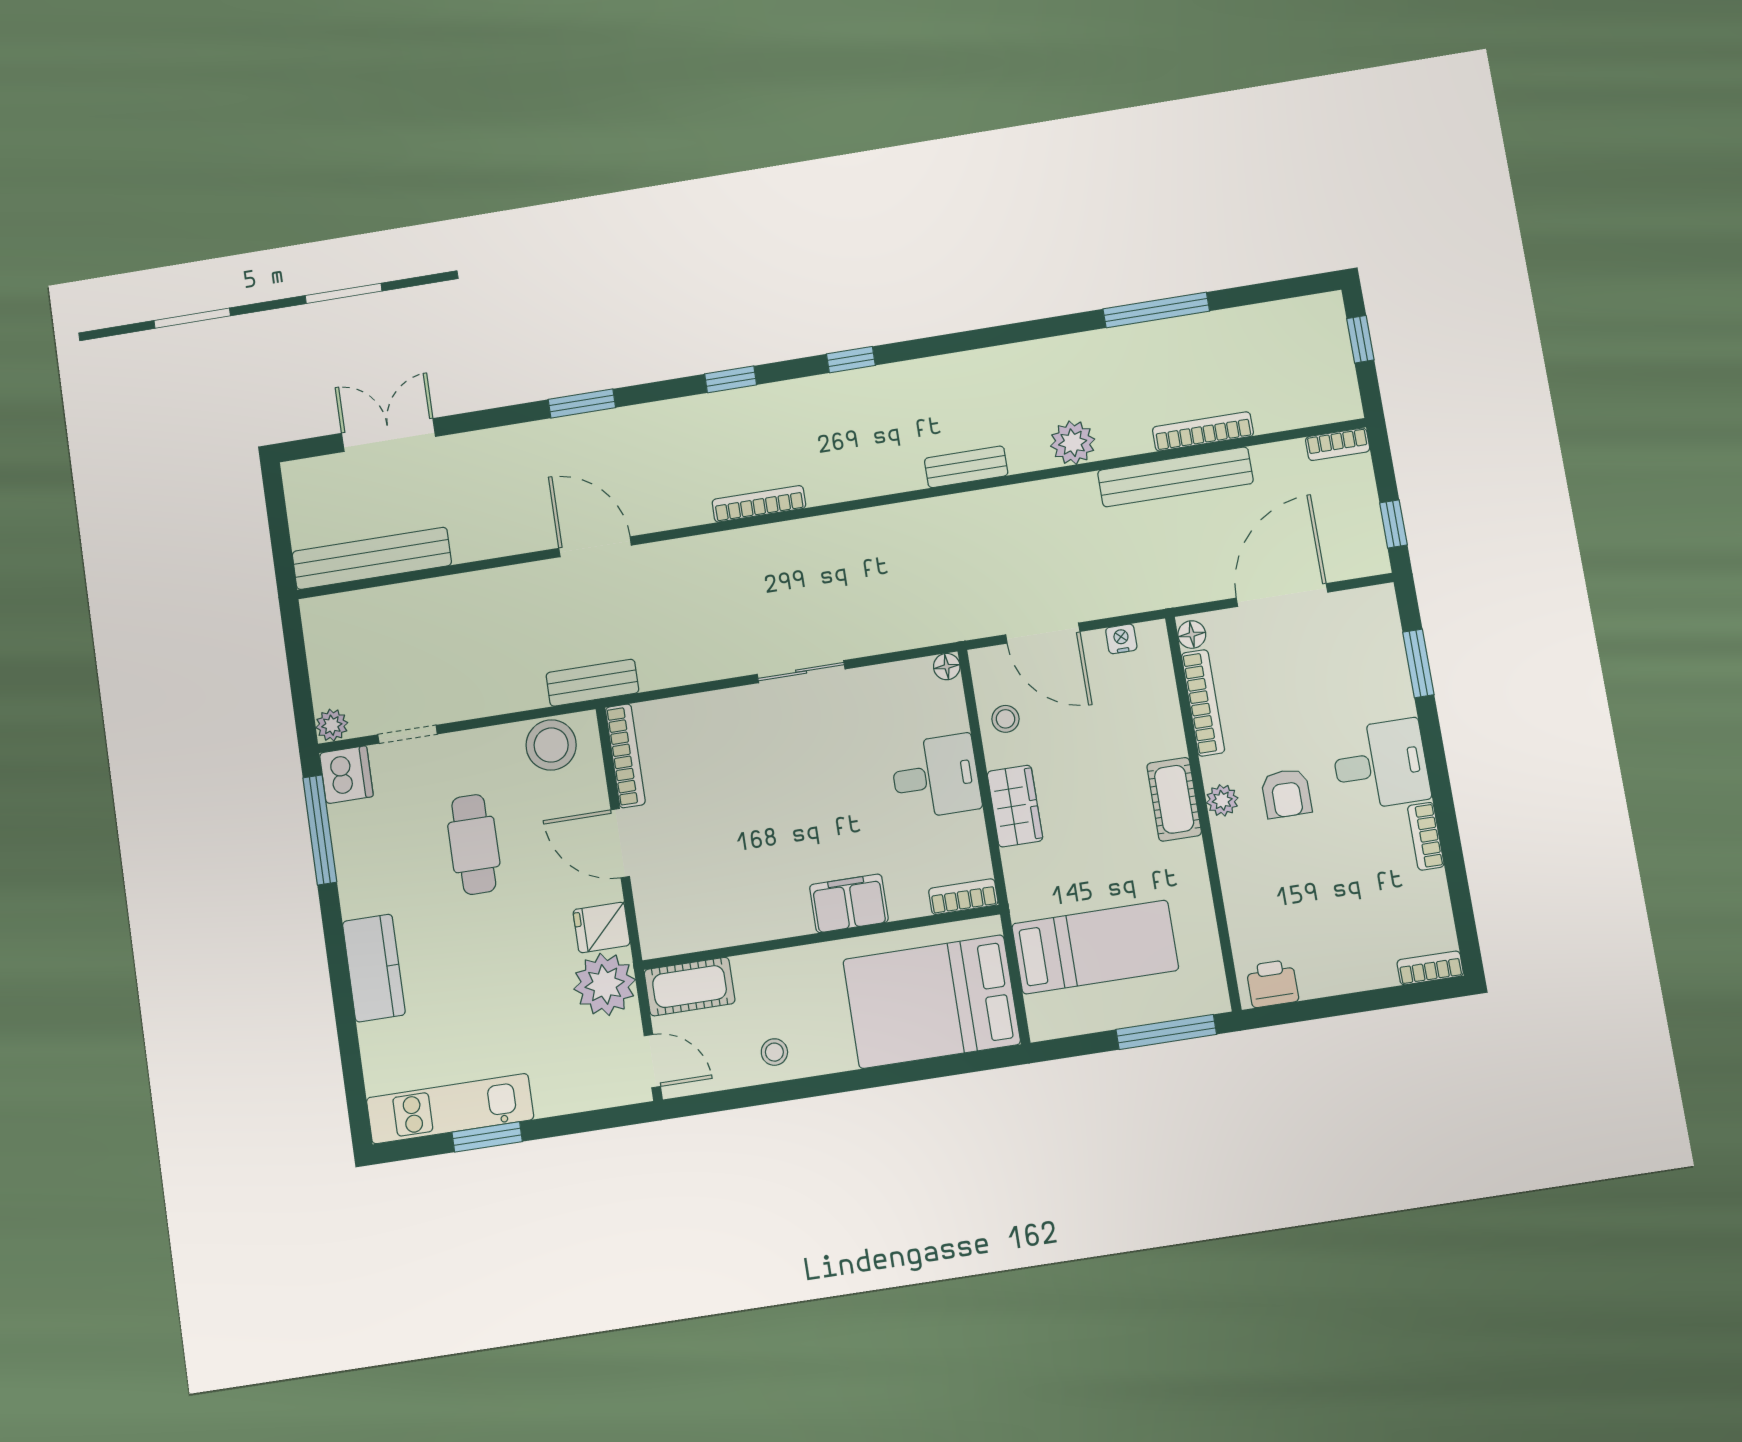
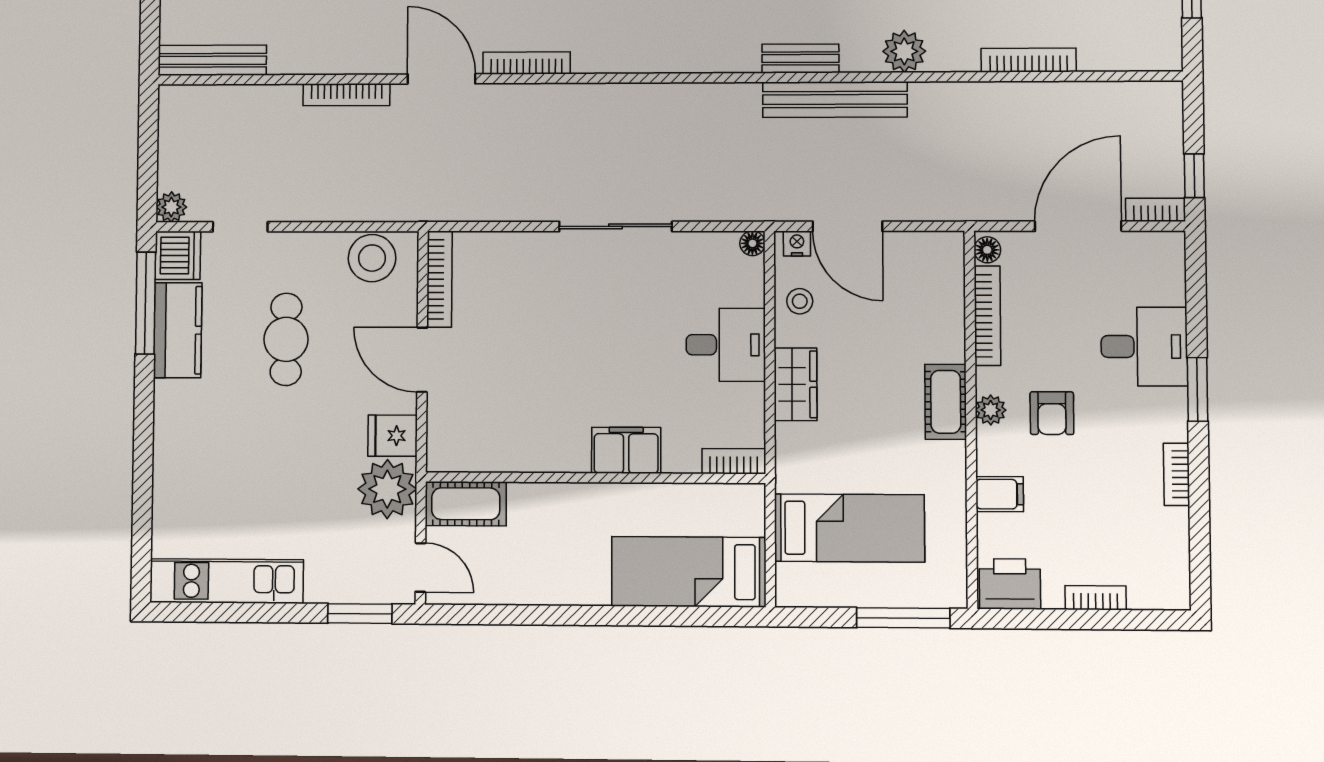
bookcase: (1338, 444) -> (1155, 210), moved, turned 180
bench: (1175, 477) -> (835, 99), moved
bookcase: (759, 504) -> (527, 63), moved
bench: (372, 558) -> (212, 60), width x0.73, depth x0.82
bookcase: (498, 579) -> (346, 95), added
nightstand: (1121, 639) -> (797, 243), moved
window: (1418, 663) -> (1197, 389), moved
sliding door: (801, 672) -> (616, 226), width x1.37
bench: (592, 683) -> (419, 206), removed
desk: (1380, 765) -> (1144, 347), moved
filing cabinet: (1246, 886) -> (1000, 494), added
kitchen counter: (374, 968) -> (178, 330), moved
bookcase: (1430, 968) -> (1096, 598), moved
printer: (1272, 984) -> (1010, 584), width x1.36, depth x1.24
bed: (932, 1002) -> (689, 572), width x0.67
stool: (774, 1052) -> (535, 577), removed
window: (487, 1137) -> (360, 614), moved

